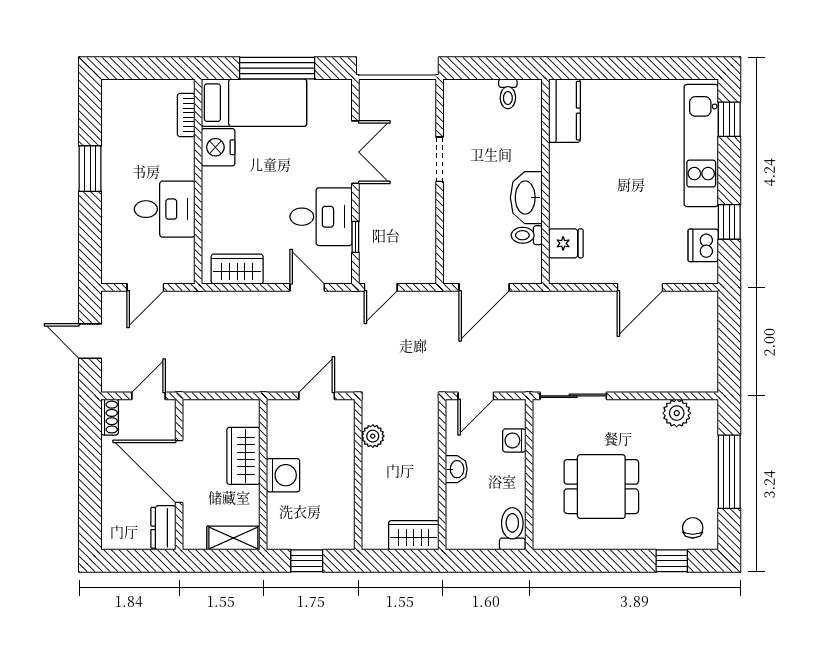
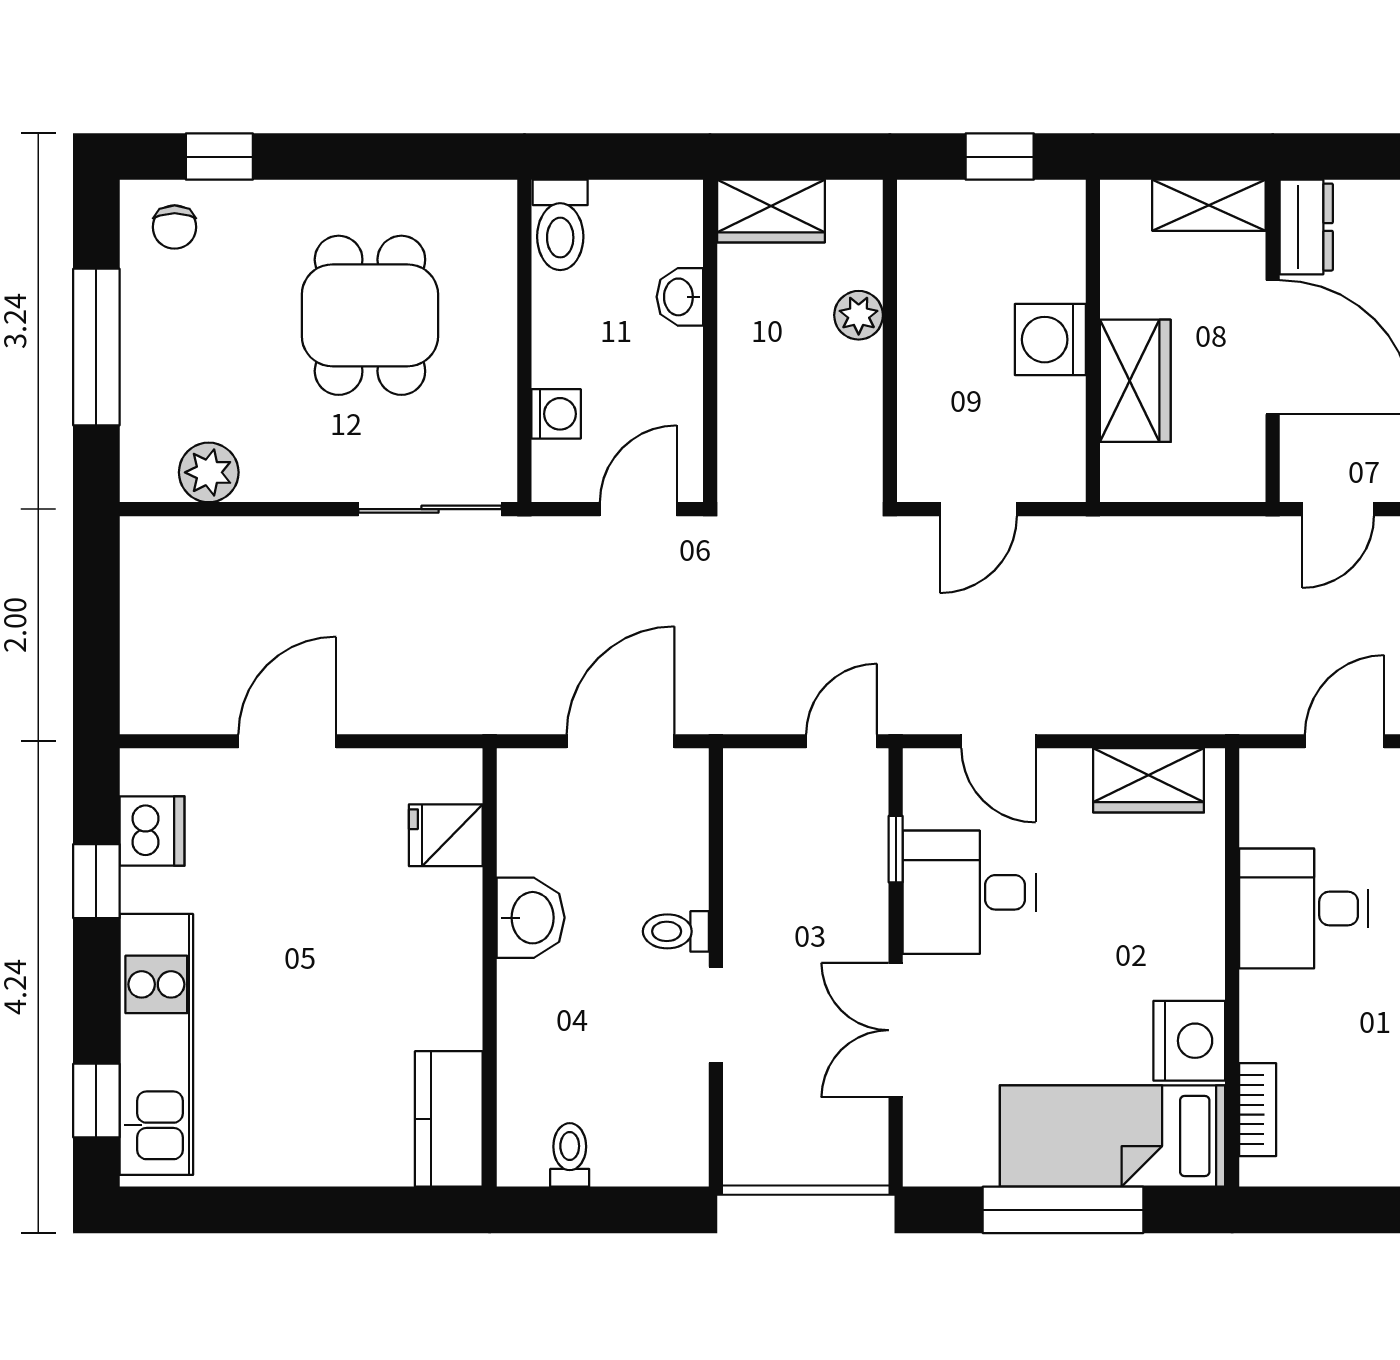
washbasin: (526, 198) -> (531, 918), width x0.72
toilet: (527, 235) -> (676, 931), moved, turned 180
plant: (373, 436) -> (859, 315), moved
washbasin: (456, 469) -> (680, 297), moved
dining table: (601, 487) -> (370, 315), turned 90
shelving: (233, 538) -> (1209, 205), moved

